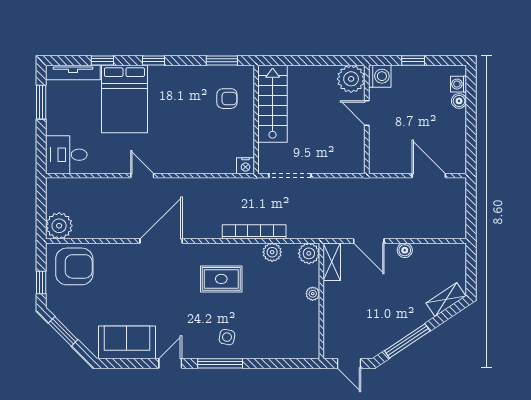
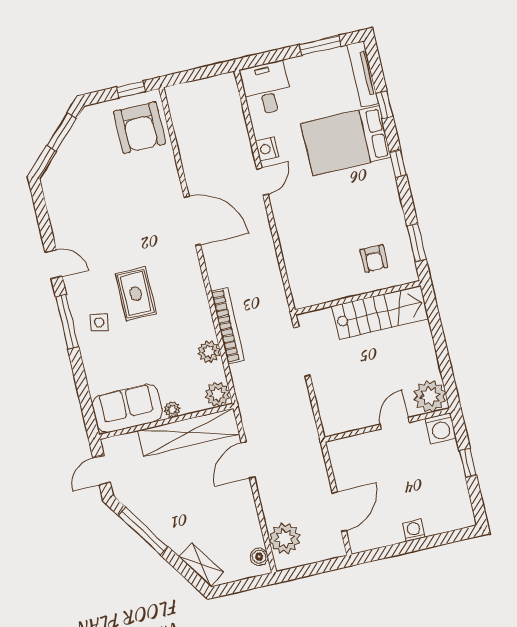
washing machine: (459, 84) -> (414, 530), moved
boiler: (459, 101) -> (433, 526), removed
nightstand: (245, 166) -> (267, 149), moved
plant: (59, 226) -> (285, 538), moved
boiler: (405, 250) -> (259, 557), moved
shelving: (332, 262) -> (189, 432), width x2.20, depth x1.33
rug: (221, 279) -> (136, 294), moved
window: (41, 283) -> (131, 89), moved
sofa: (127, 342) -> (127, 408), moved, turned -90

